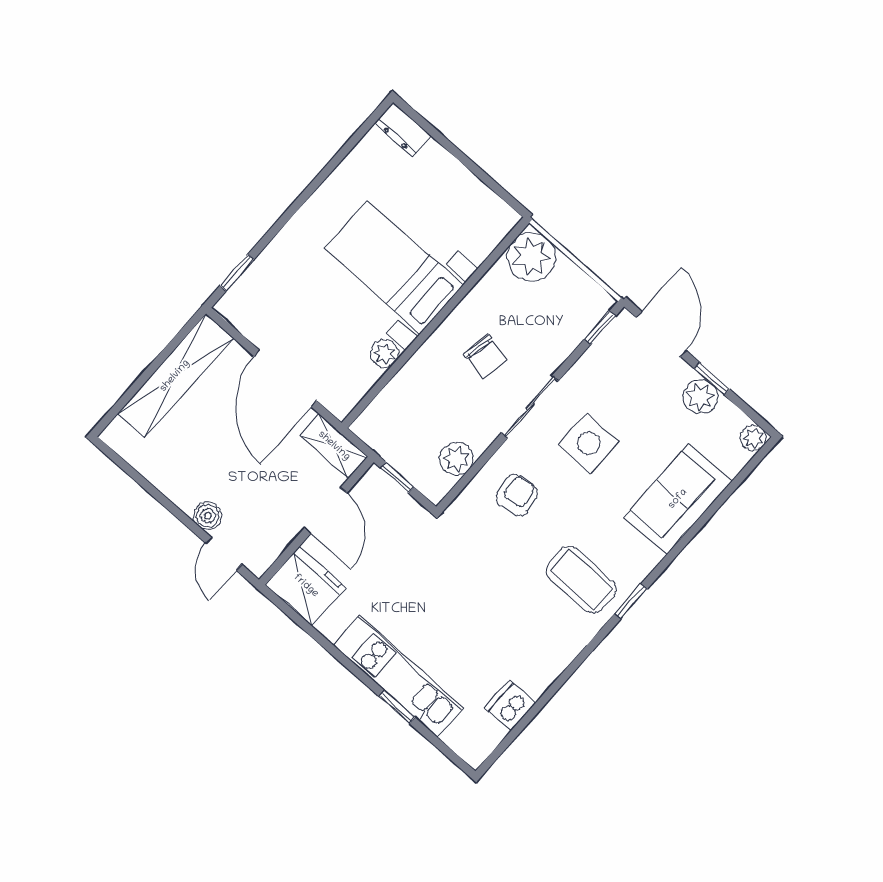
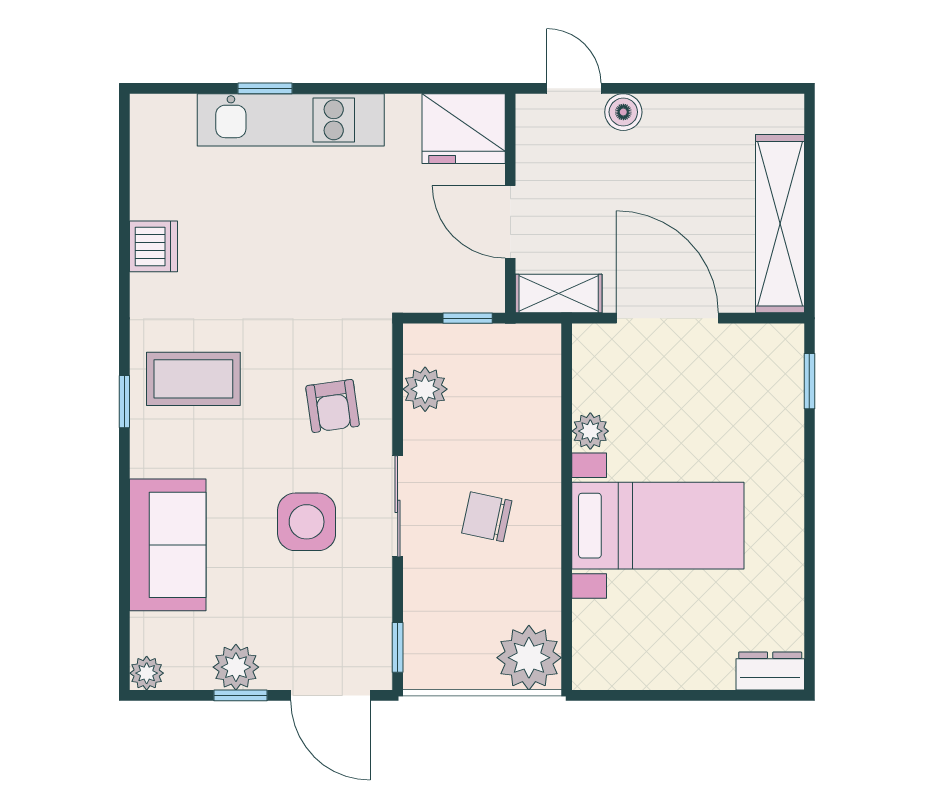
dishwasher: (510, 705) -> (153, 246), moved

